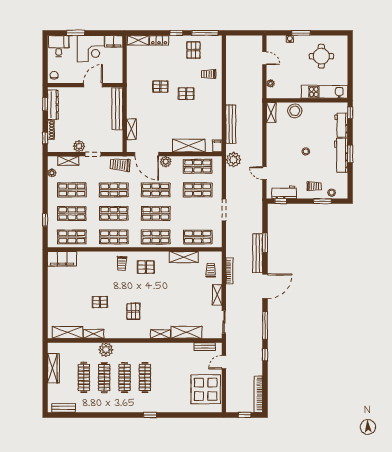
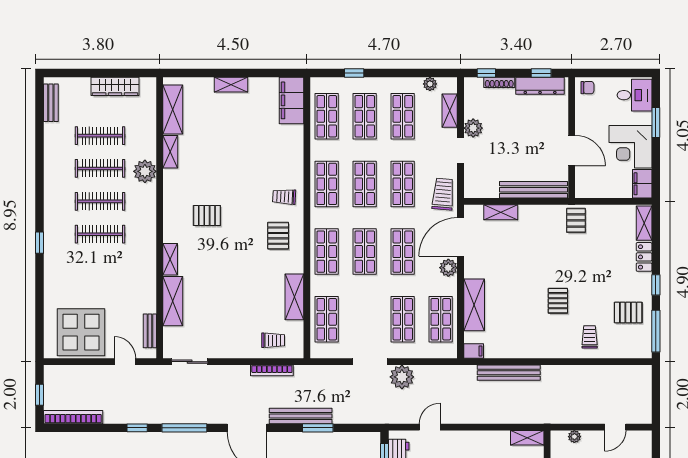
pallet: (160, 87) -> (576, 220), moved
plant: (233, 160) -> (402, 377), moved
shelving: (217, 295) -> (231, 85), moved
pallet: (100, 302) -> (222, 162), removed

